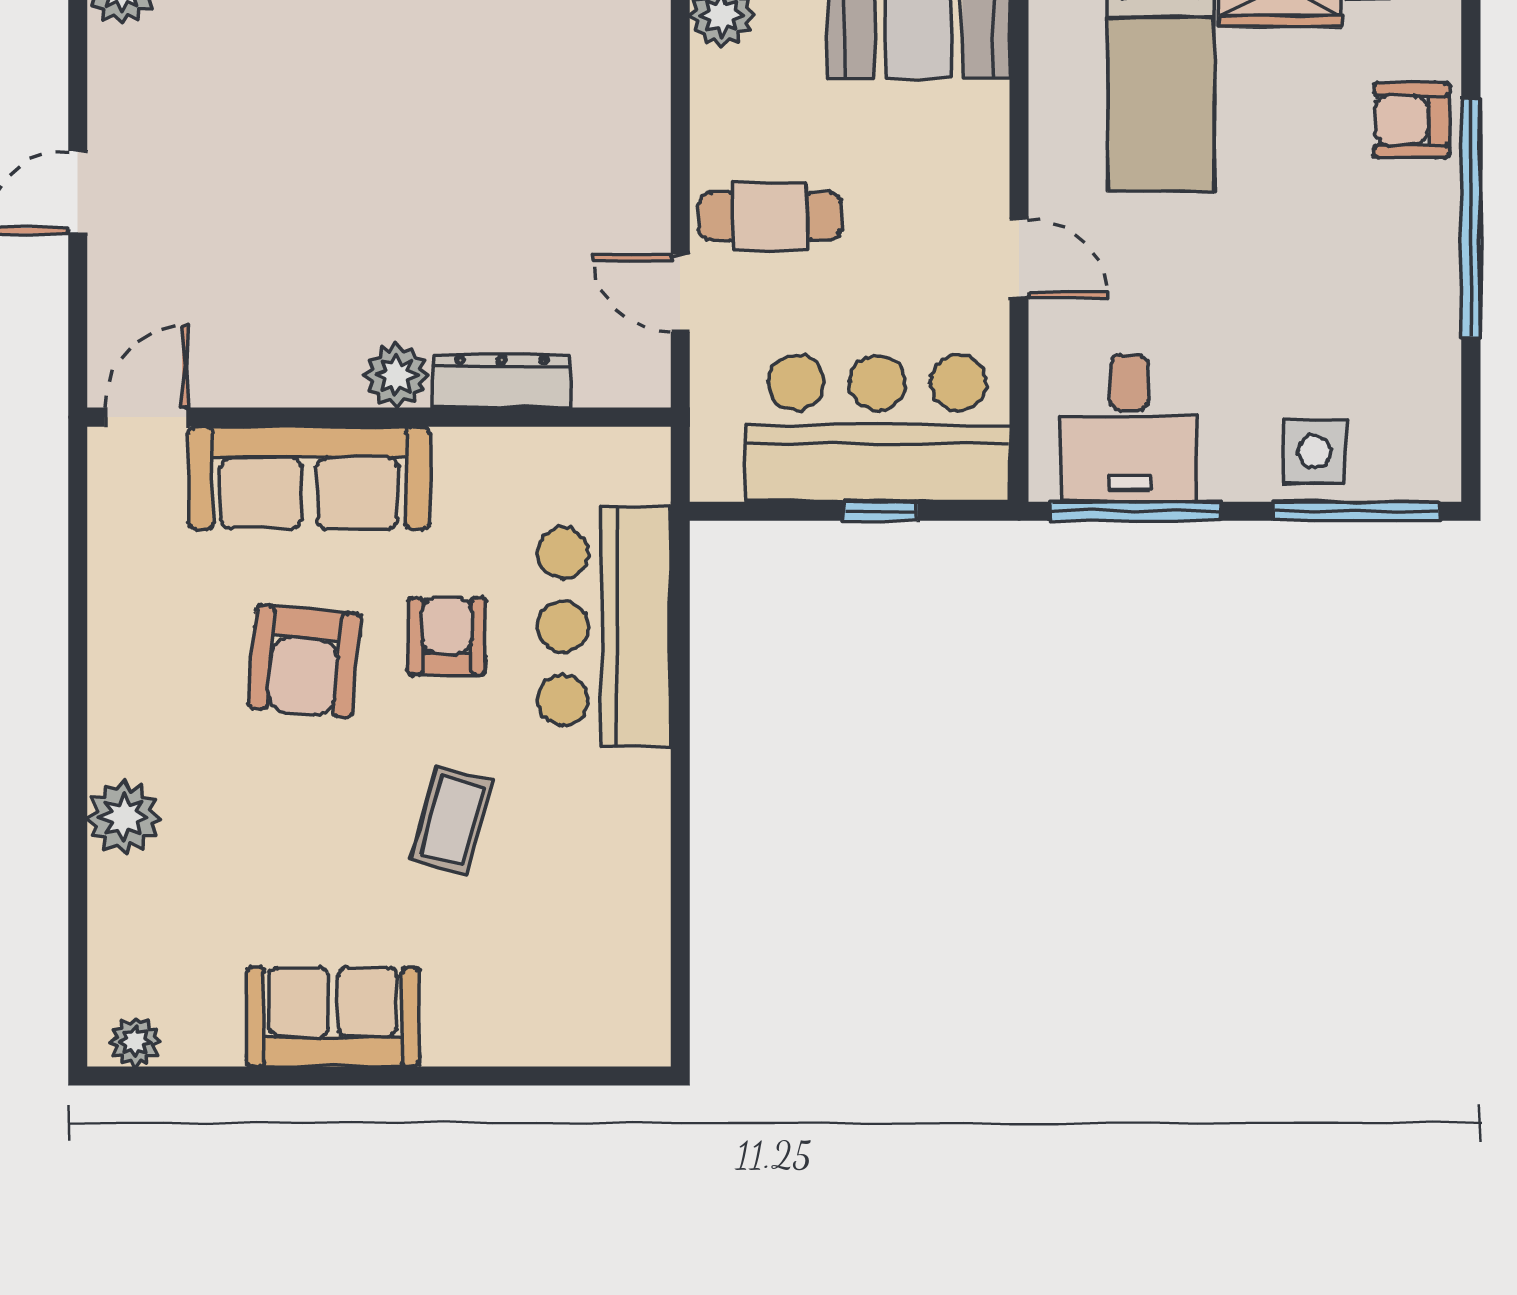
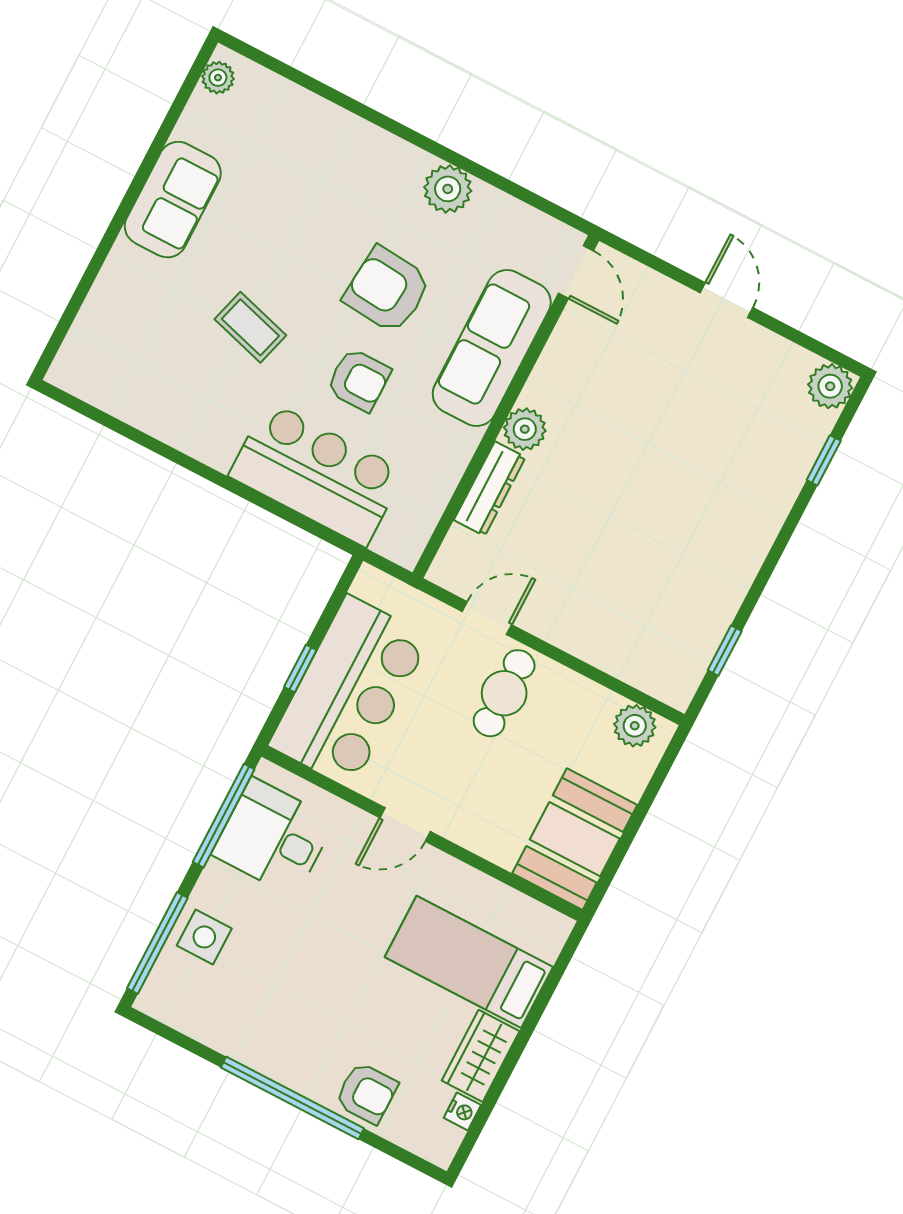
armchair: (1412, 120) -> (367, 1093), turned 90
plant: (124, 817) -> (448, 189), moved

